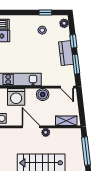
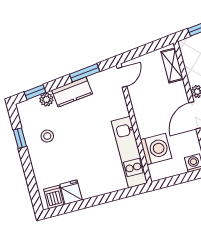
plant: (64, 23) -> (46, 99), moved
window: (73, 41) -> (35, 92), moved
boiler: (43, 94) -> (142, 111), removed

